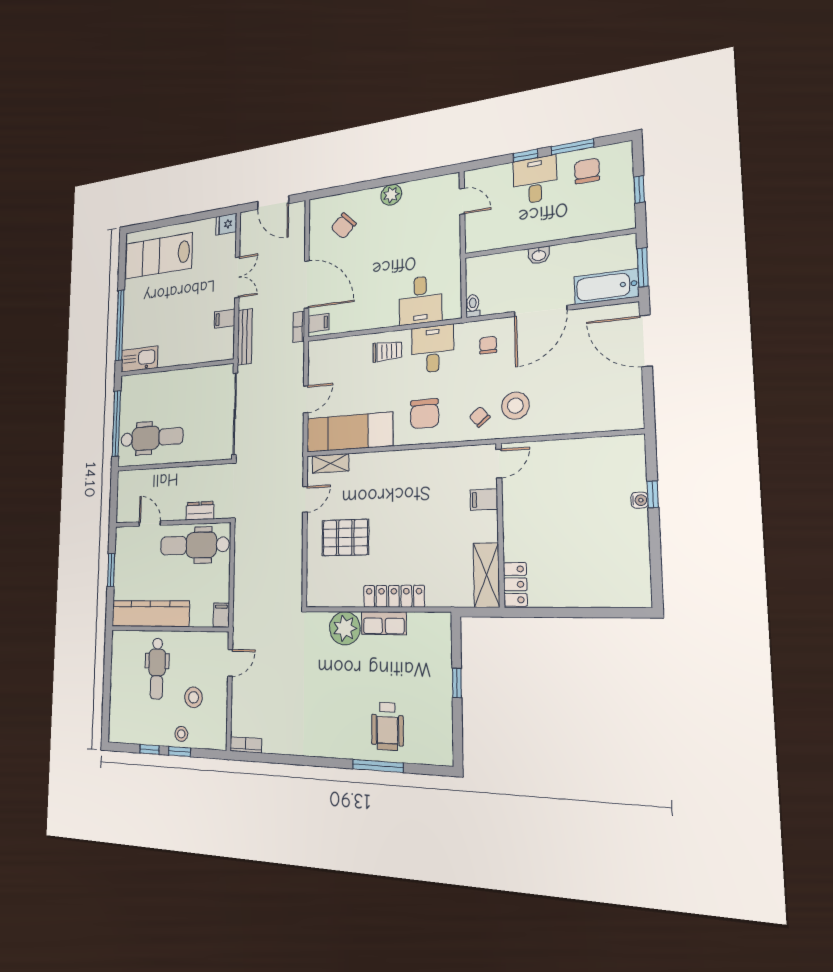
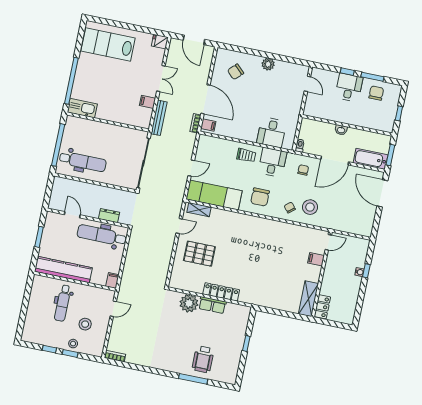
door: (499, 463) -> (328, 242), moved
filing cabinet: (484, 500) -> (316, 259), moved
wall: (500, 524) -> (322, 274), moved
shelving: (486, 575) -> (308, 299), moved
locker: (515, 584) -> (322, 307), moved

